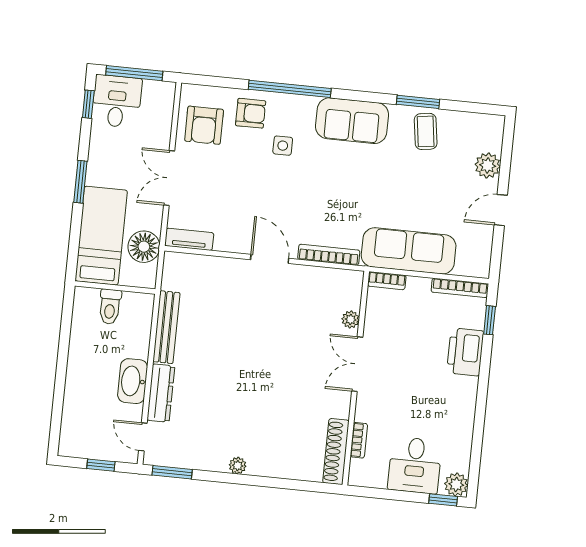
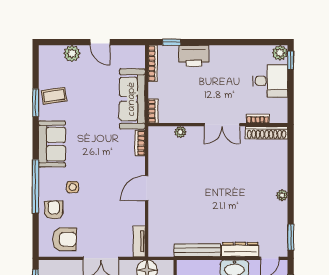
bookcase: (329, 255) -> (140, 143), width x0.64
double door: (357, 364) -> (222, 125), moved

